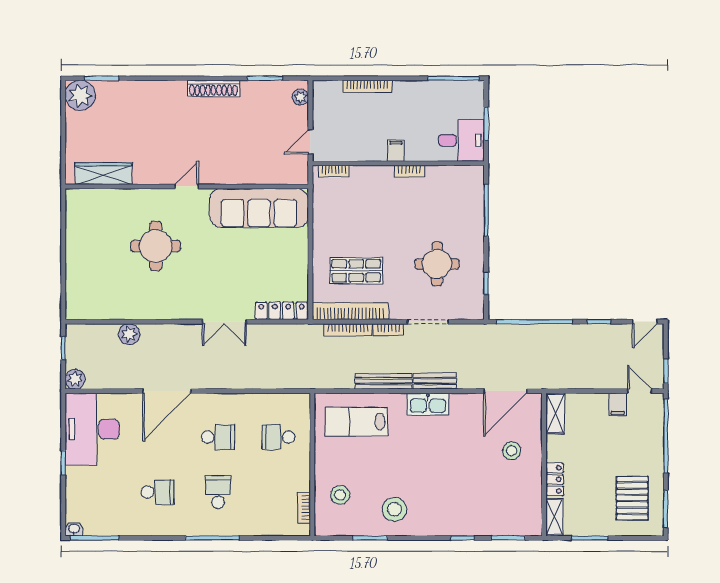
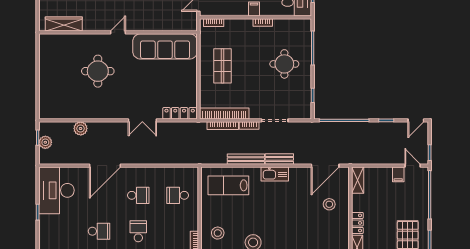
round table: (437, 264) -> (284, 64), moved
shop shelf: (356, 271) -> (223, 66), moved, turned 90
plant: (75, 379) -> (45, 142), moved

